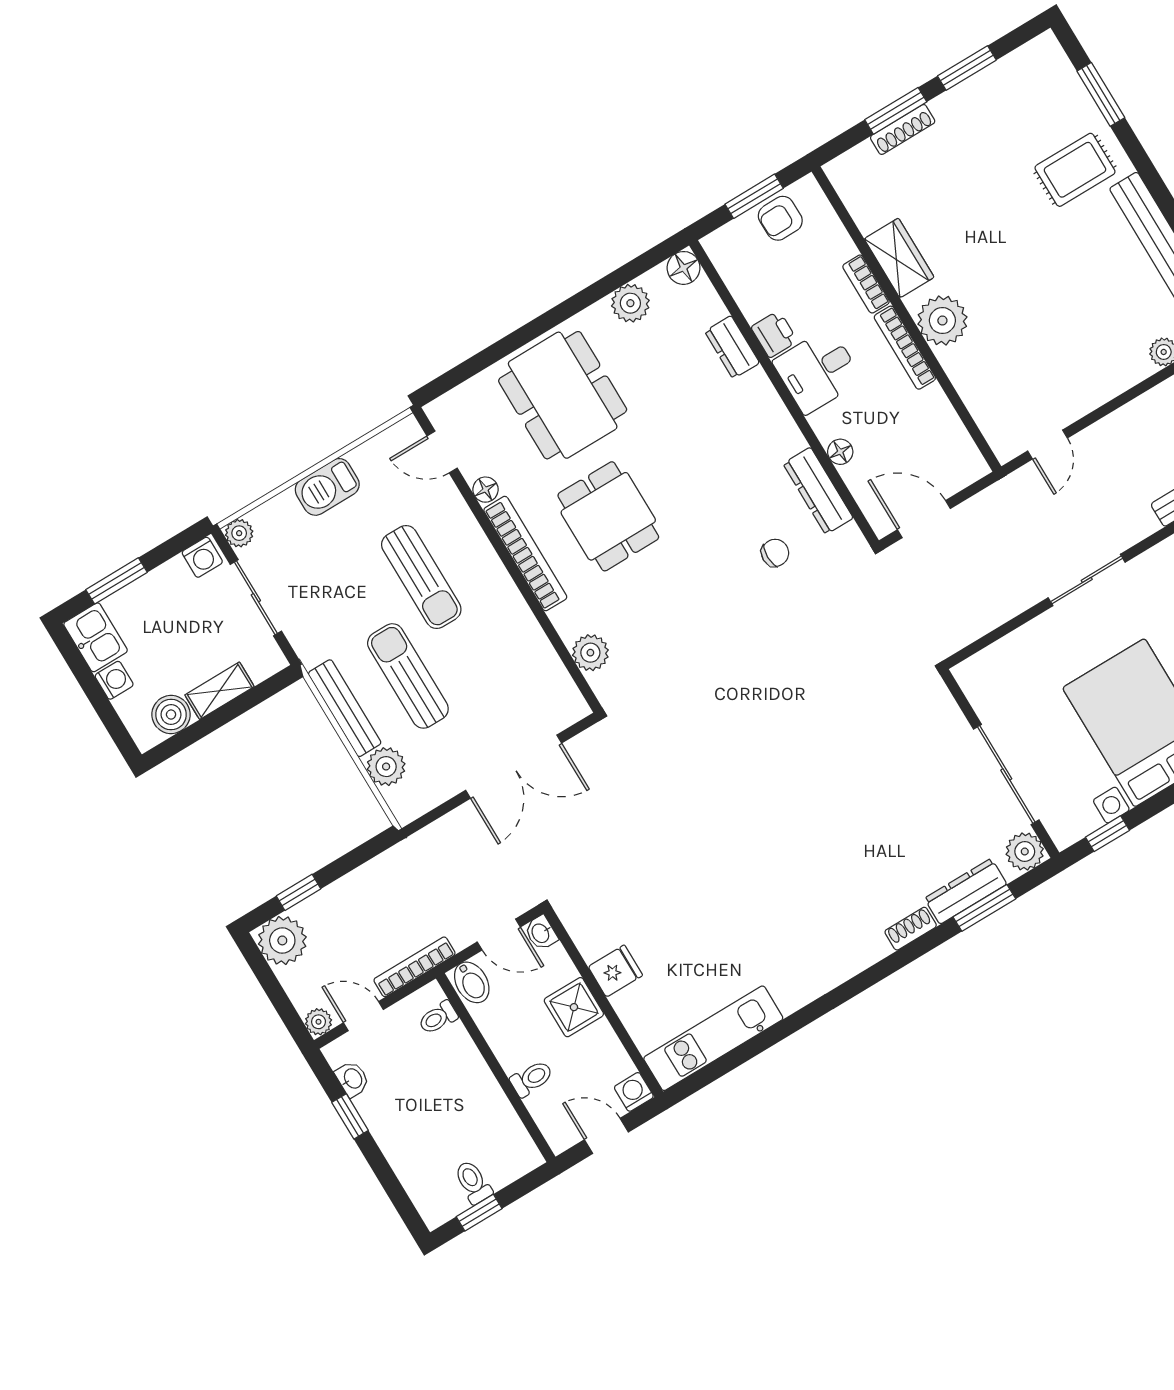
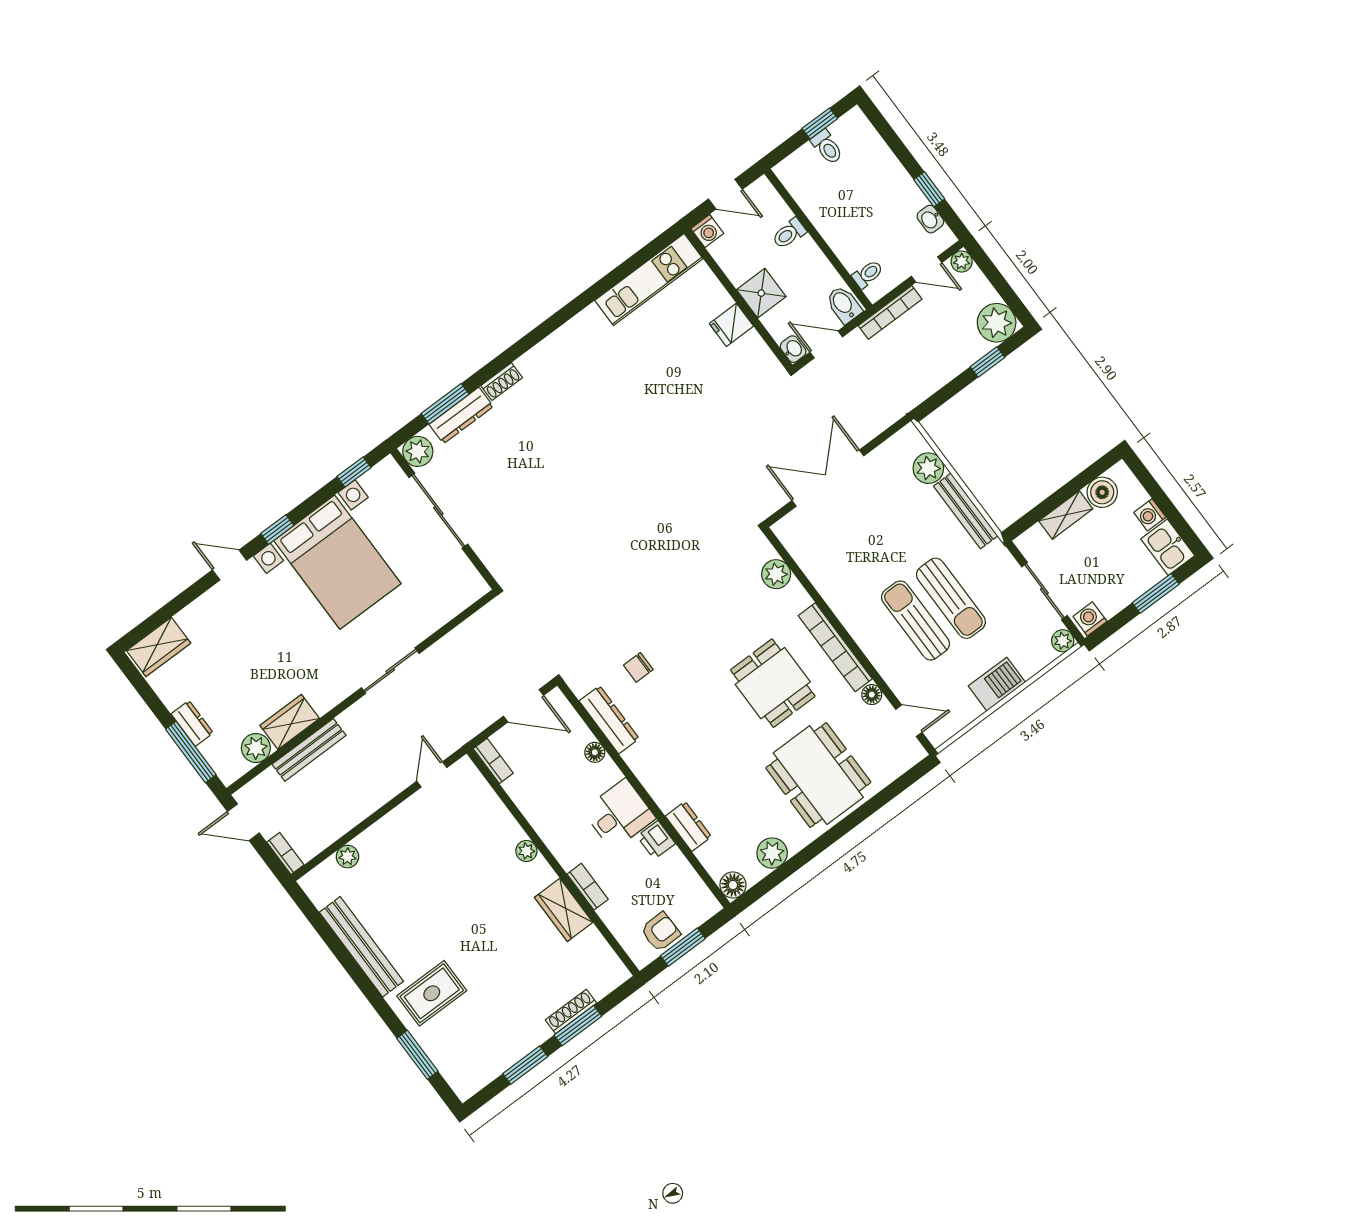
plant: (942, 321) -> (526, 851), width x0.53, depth x0.53
bookcase: (905, 348) -> (493, 761), moved, width x0.64
sun lounger: (408, 676) -> (951, 598), moved

